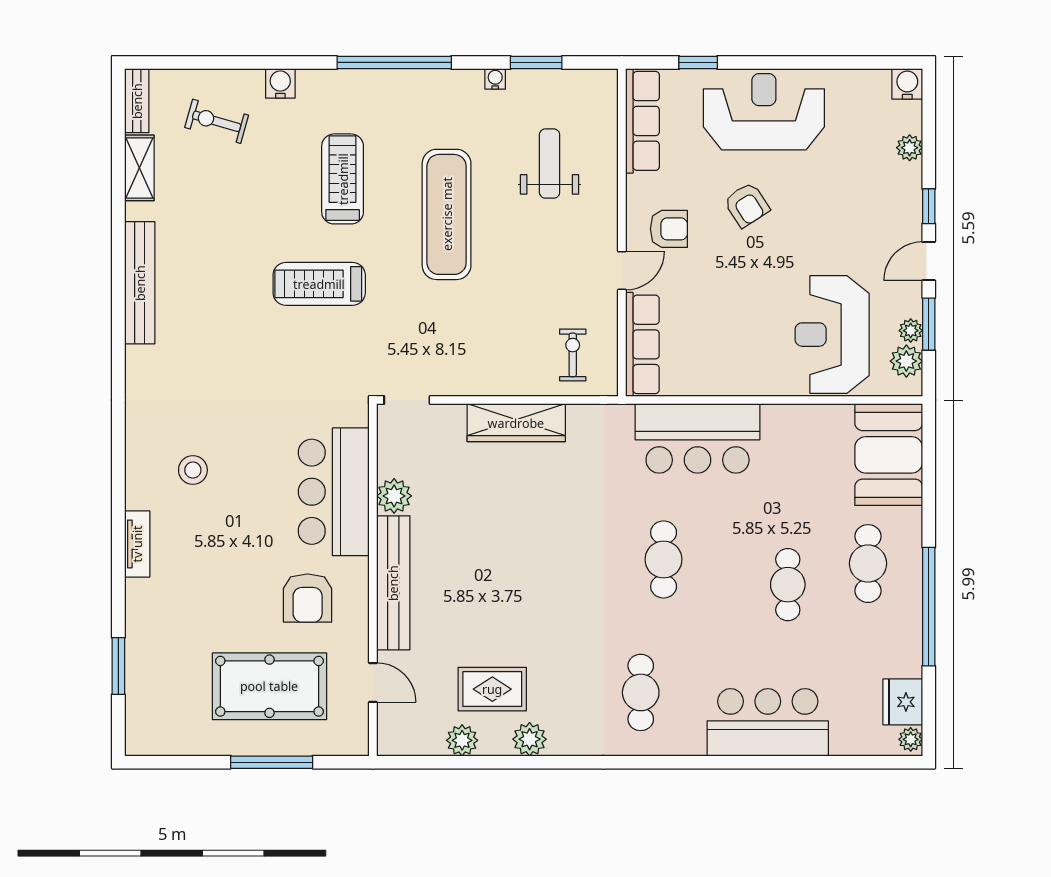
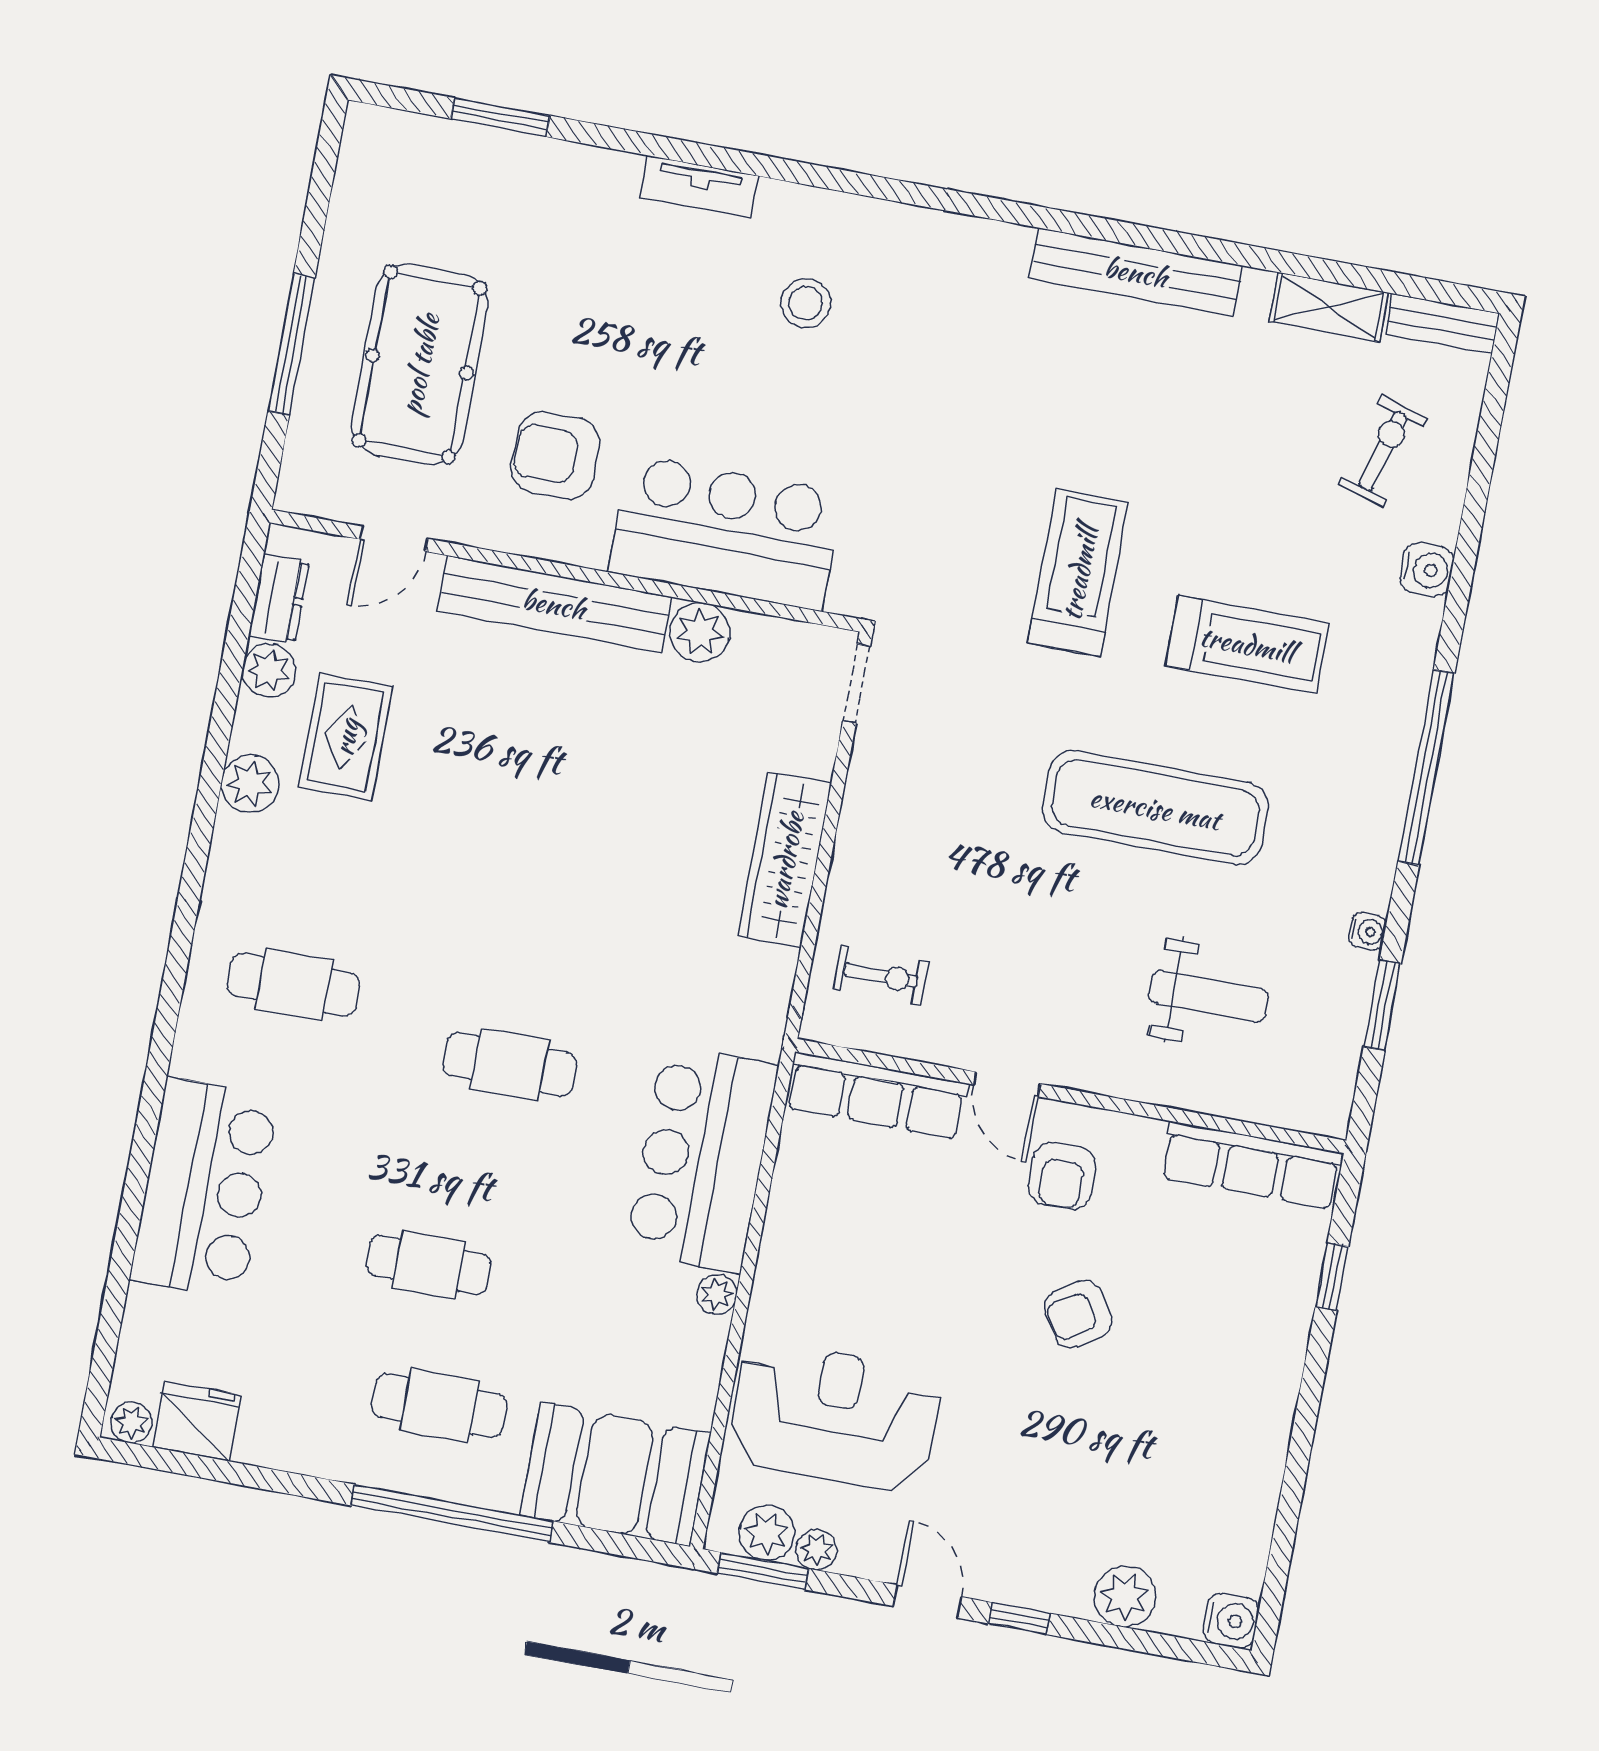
reception desk: (764, 112) -> (1229, 1372), removed
plant: (910, 148) -> (1125, 1596), width x1.38, depth x1.38
window: (929, 324) -> (763, 1571), moved
plant: (774, 415) -> (717, 1294), added
window: (929, 607) -> (452, 1513), moved
dresser: (419, 742) -> (279, 598), added

